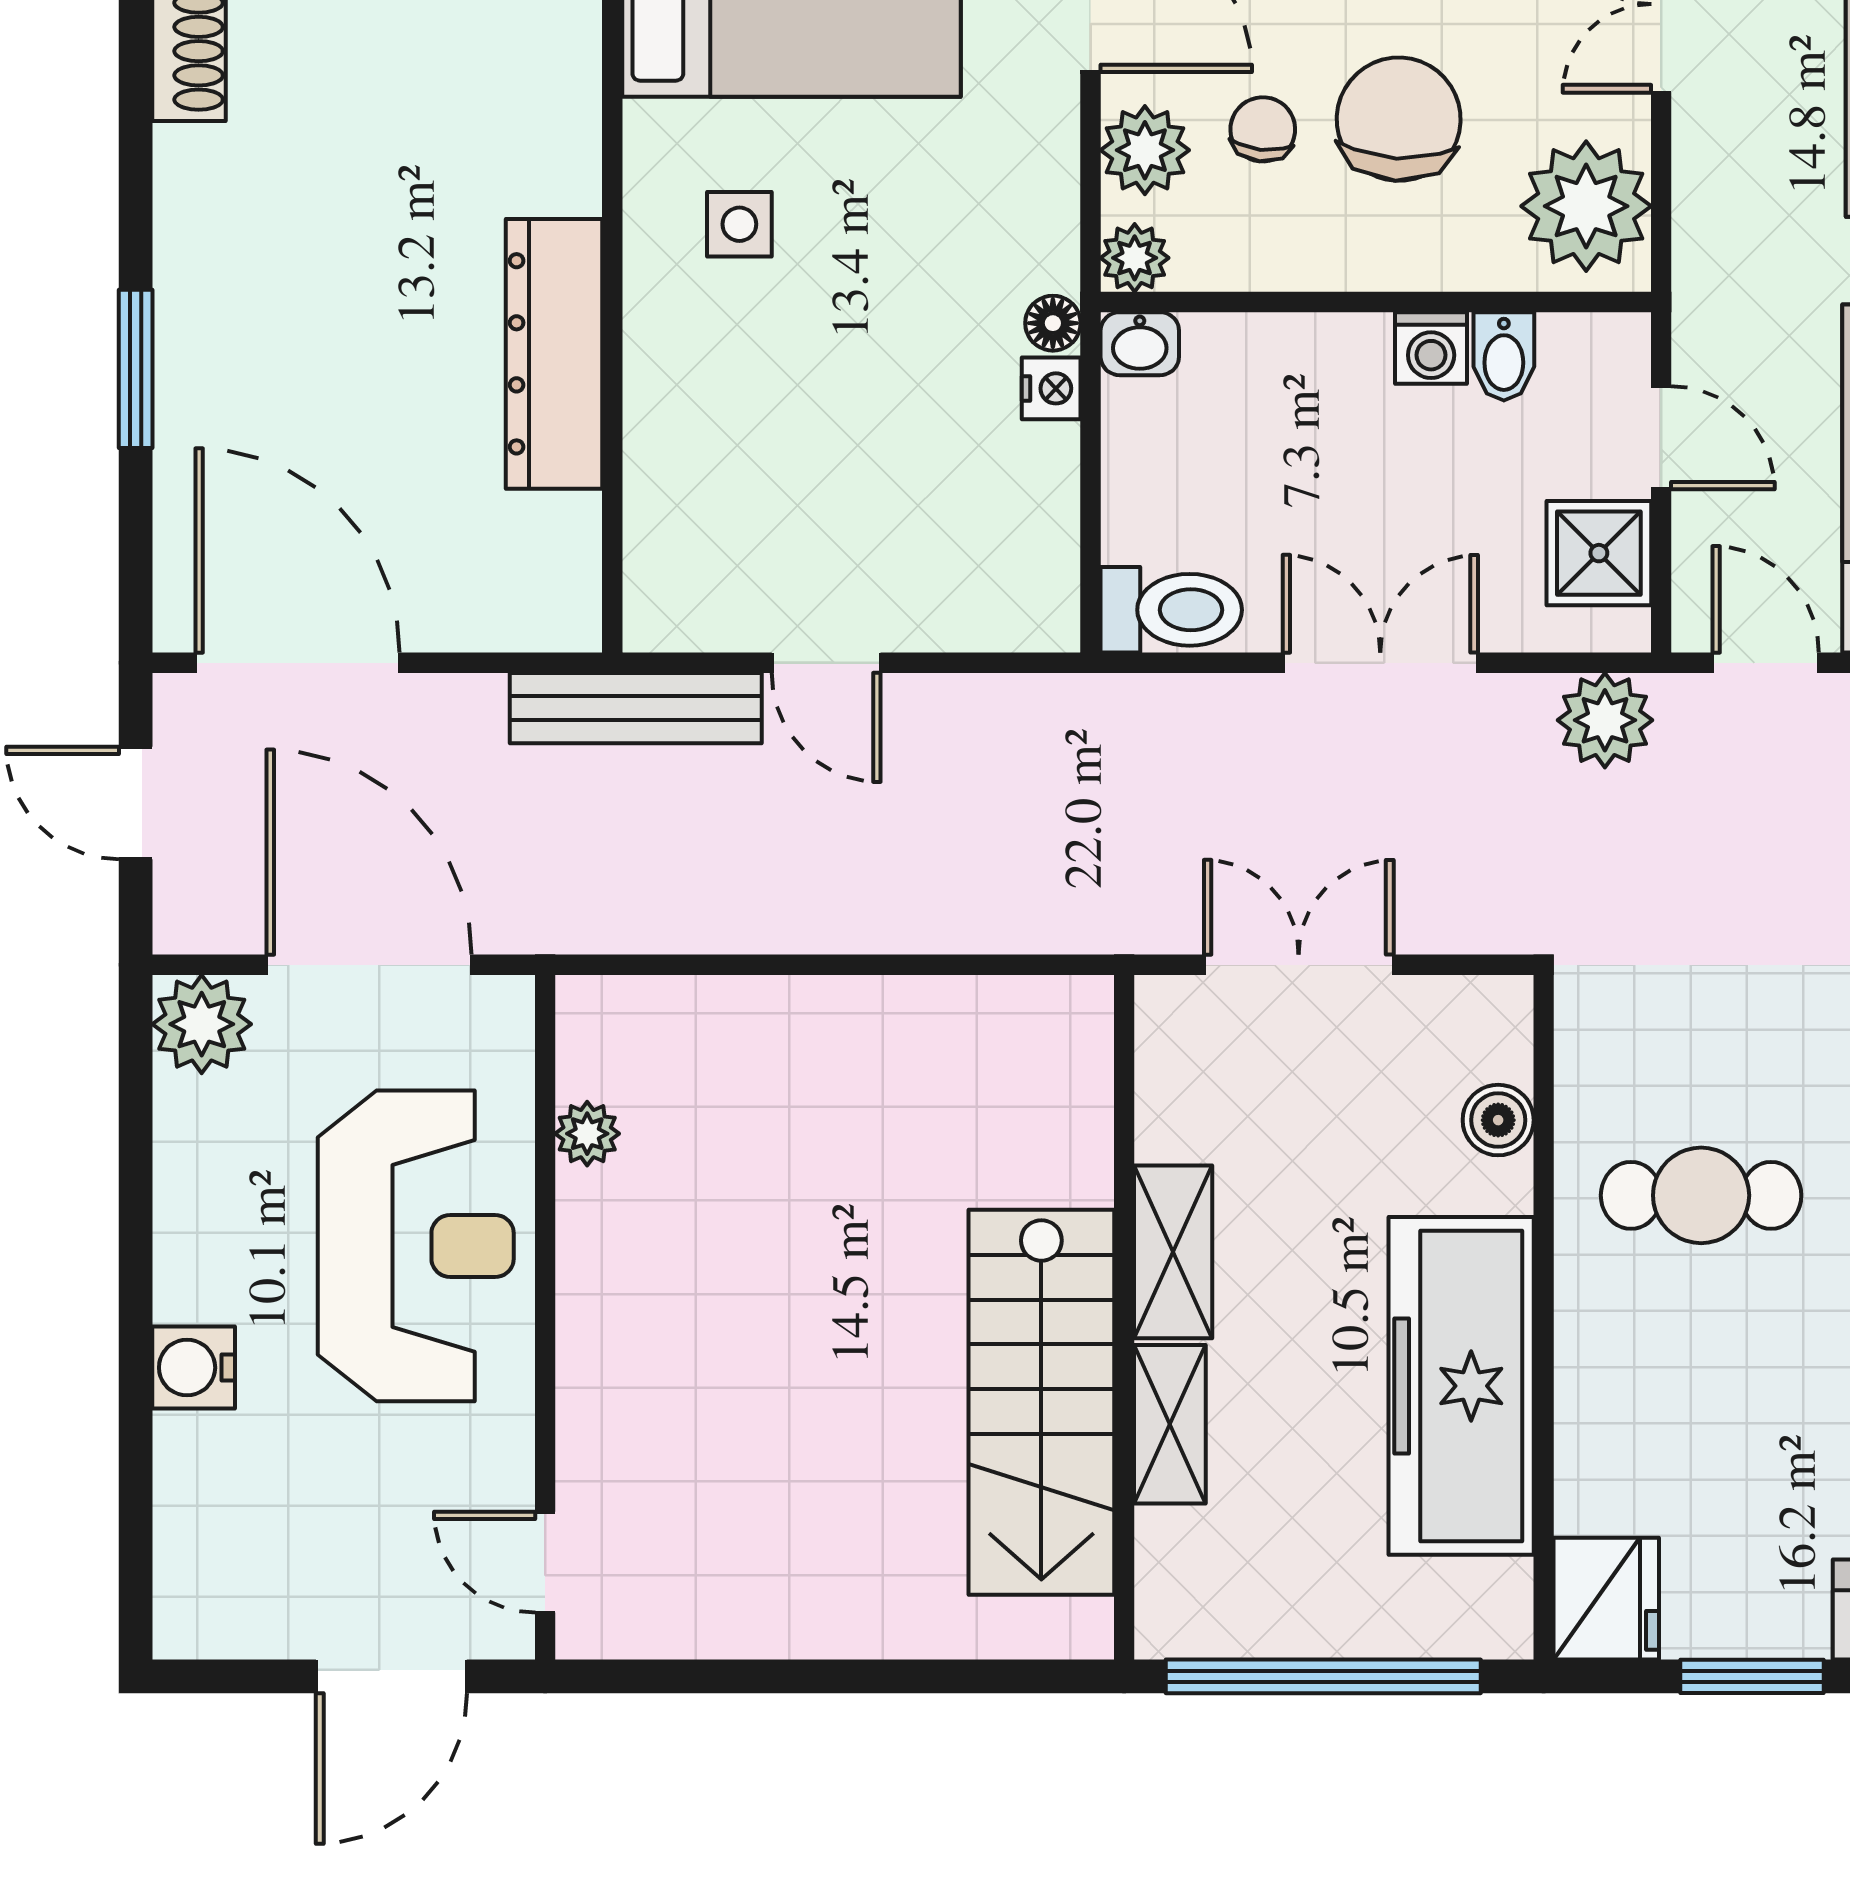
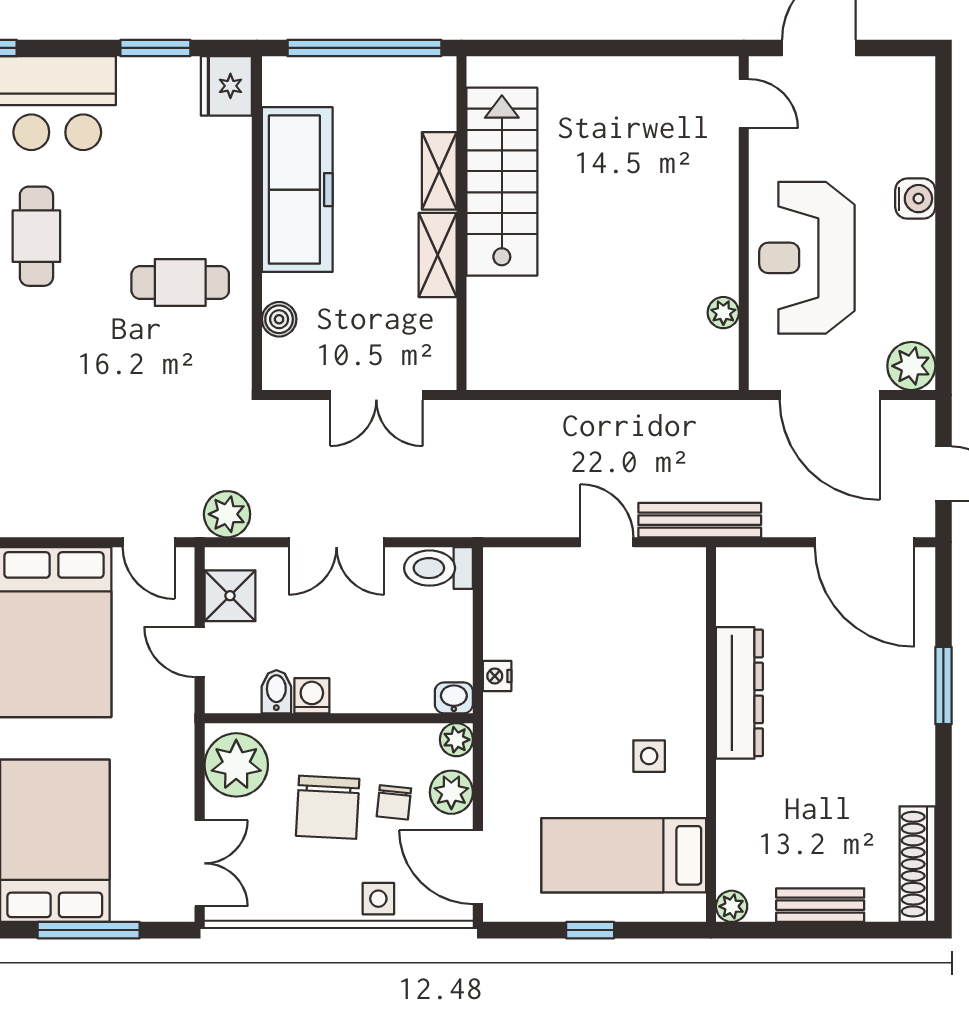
floor lamp: (1053, 323) -> (496, 708), removed

